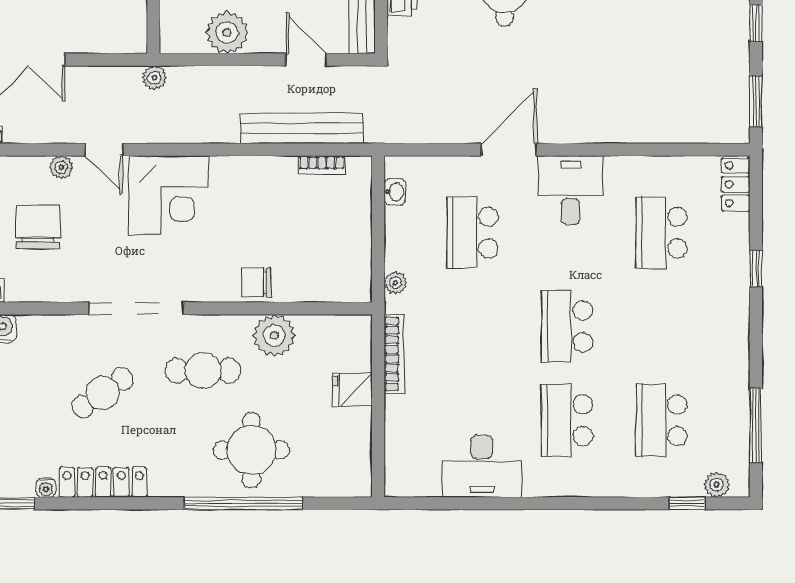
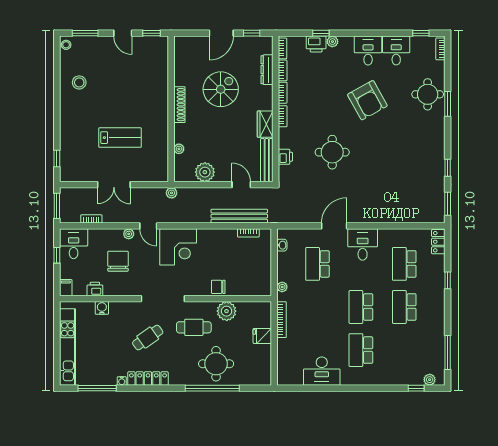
school desk: (662, 420) -> (404, 307), moved

